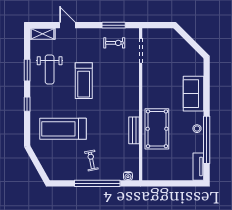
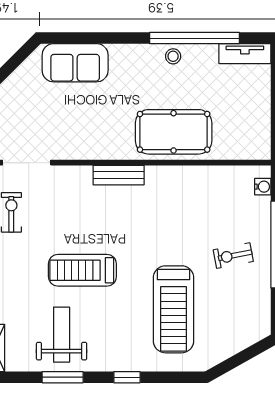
weight bench: (50, 69) -> (62, 335), turned -90
treadmill: (84, 81) -> (82, 270), turned 180
sofa: (194, 94) -> (75, 63), moved
bench: (134, 130) -> (119, 175), moved

